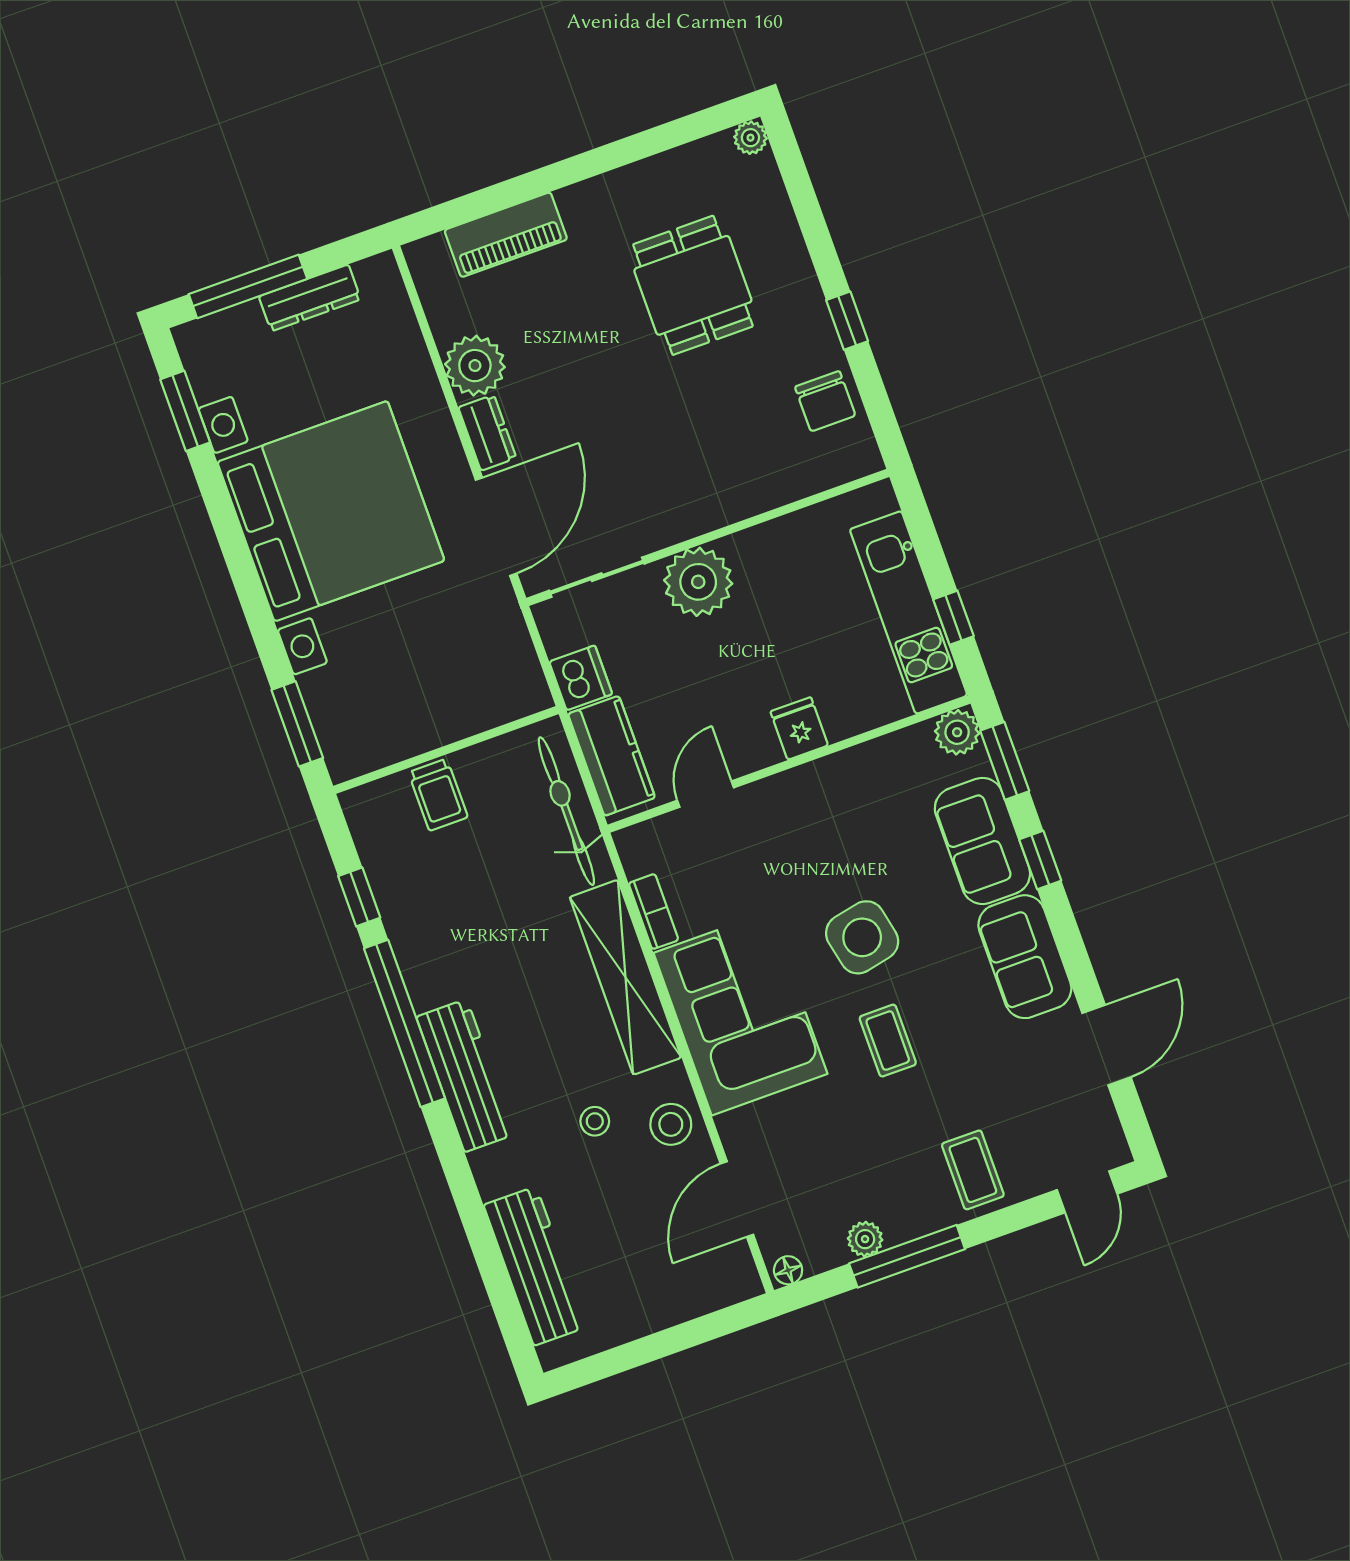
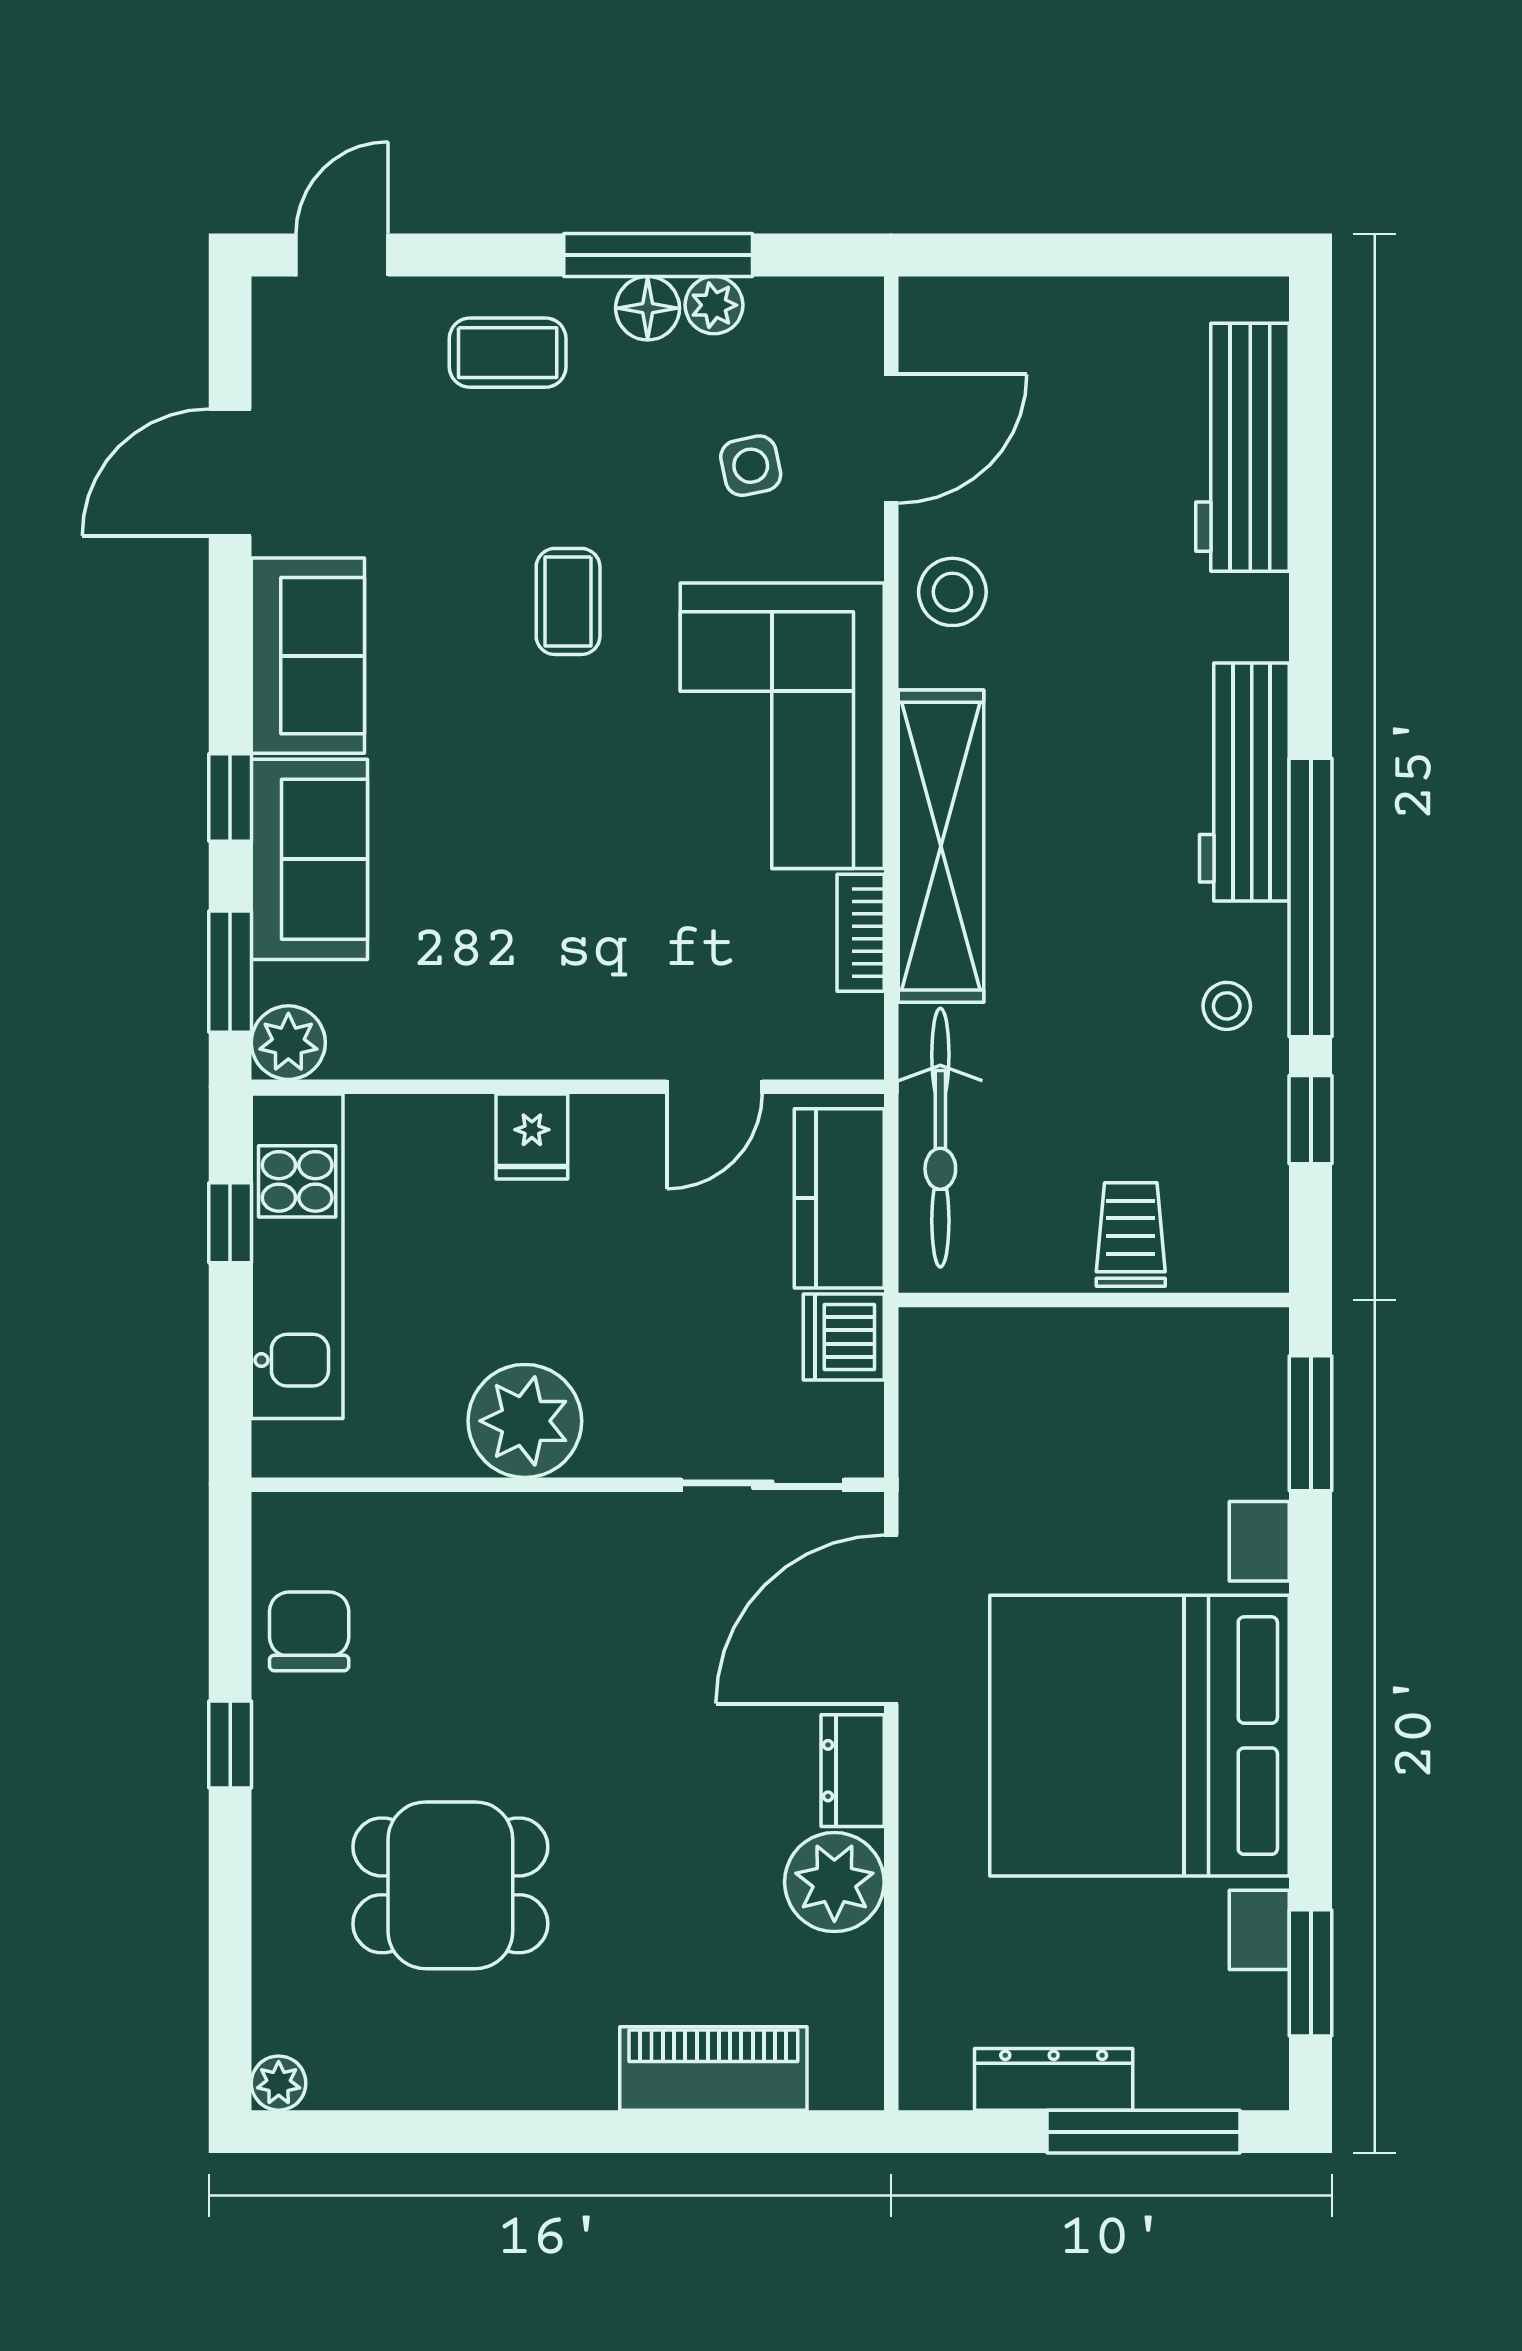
dining table: (693, 285) -> (450, 1885), turned 90
plant: (698, 582) -> (525, 1421), moved
side table: (862, 937) -> (751, 466), moved, width x0.54, depth x0.54
stool: (595, 1121) -> (1227, 1006), moved
coffee table: (973, 1170) -> (508, 353), turned 90
floor lamp: (788, 1270) -> (648, 308), moved, width x1.37, depth x1.37

